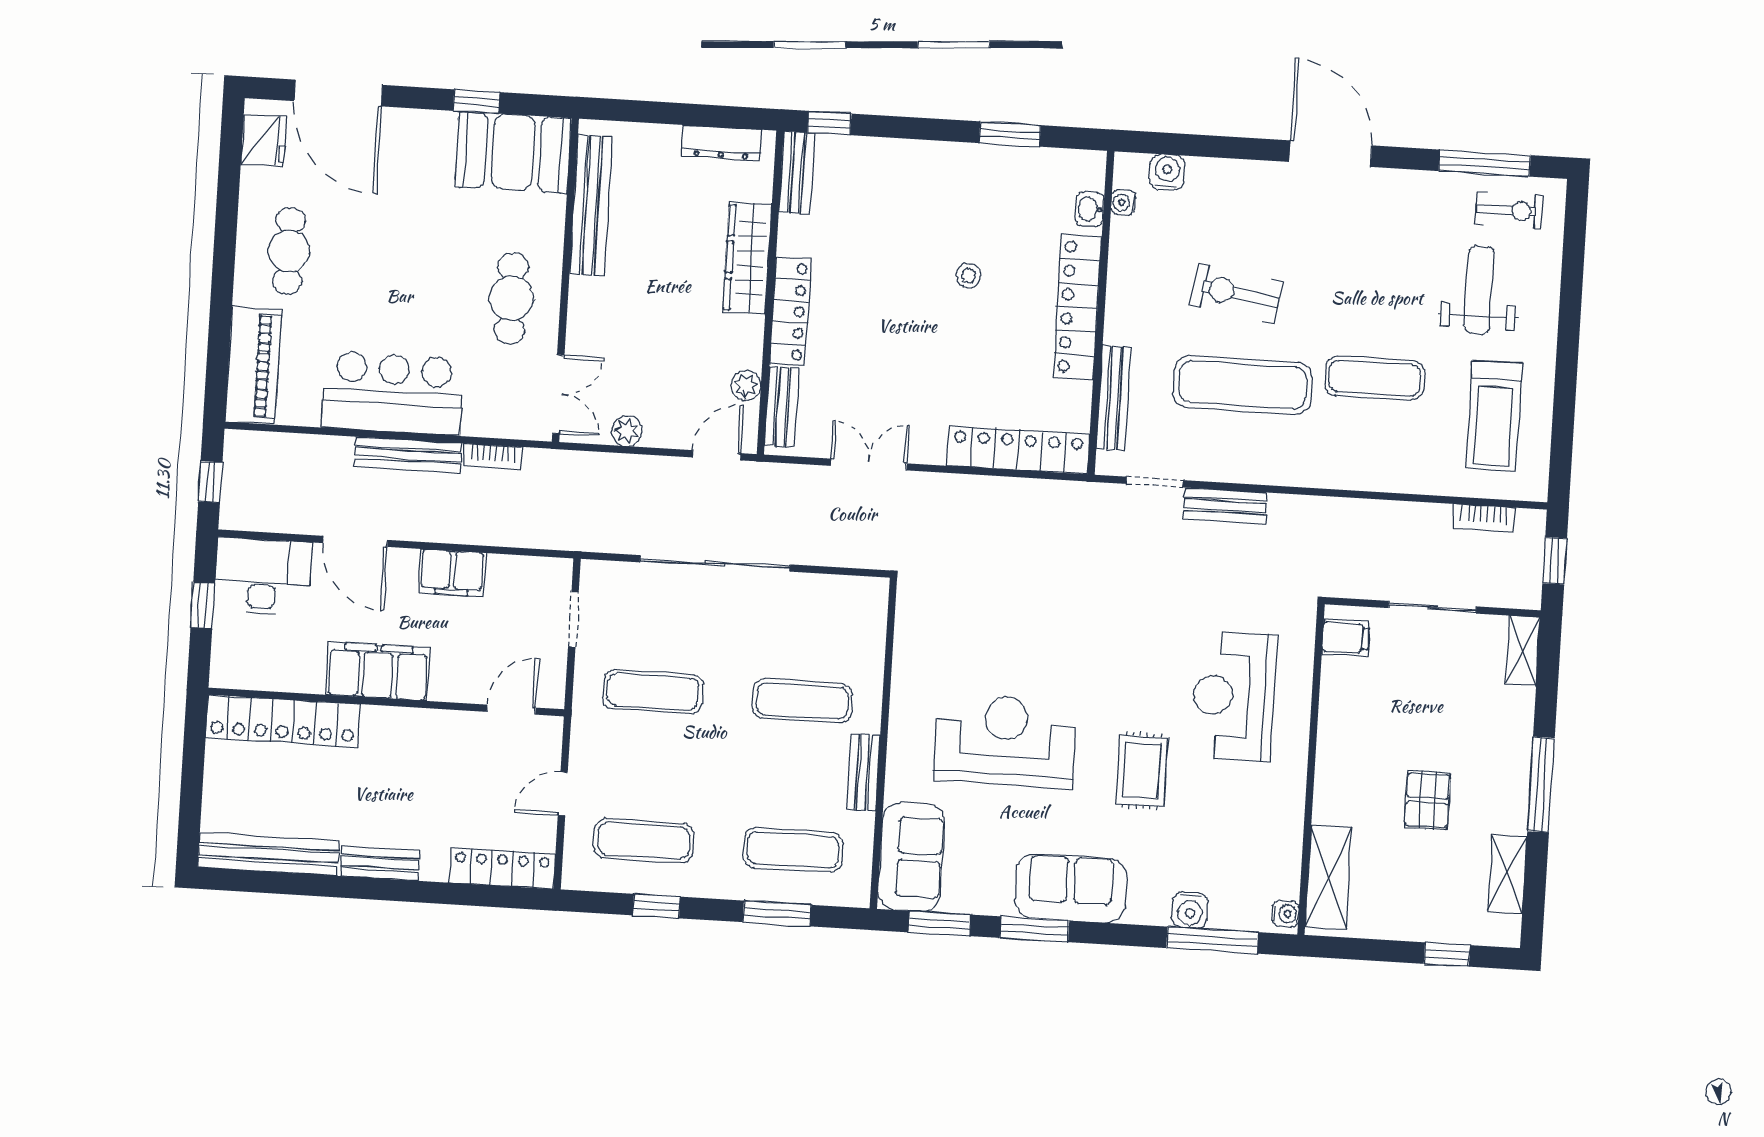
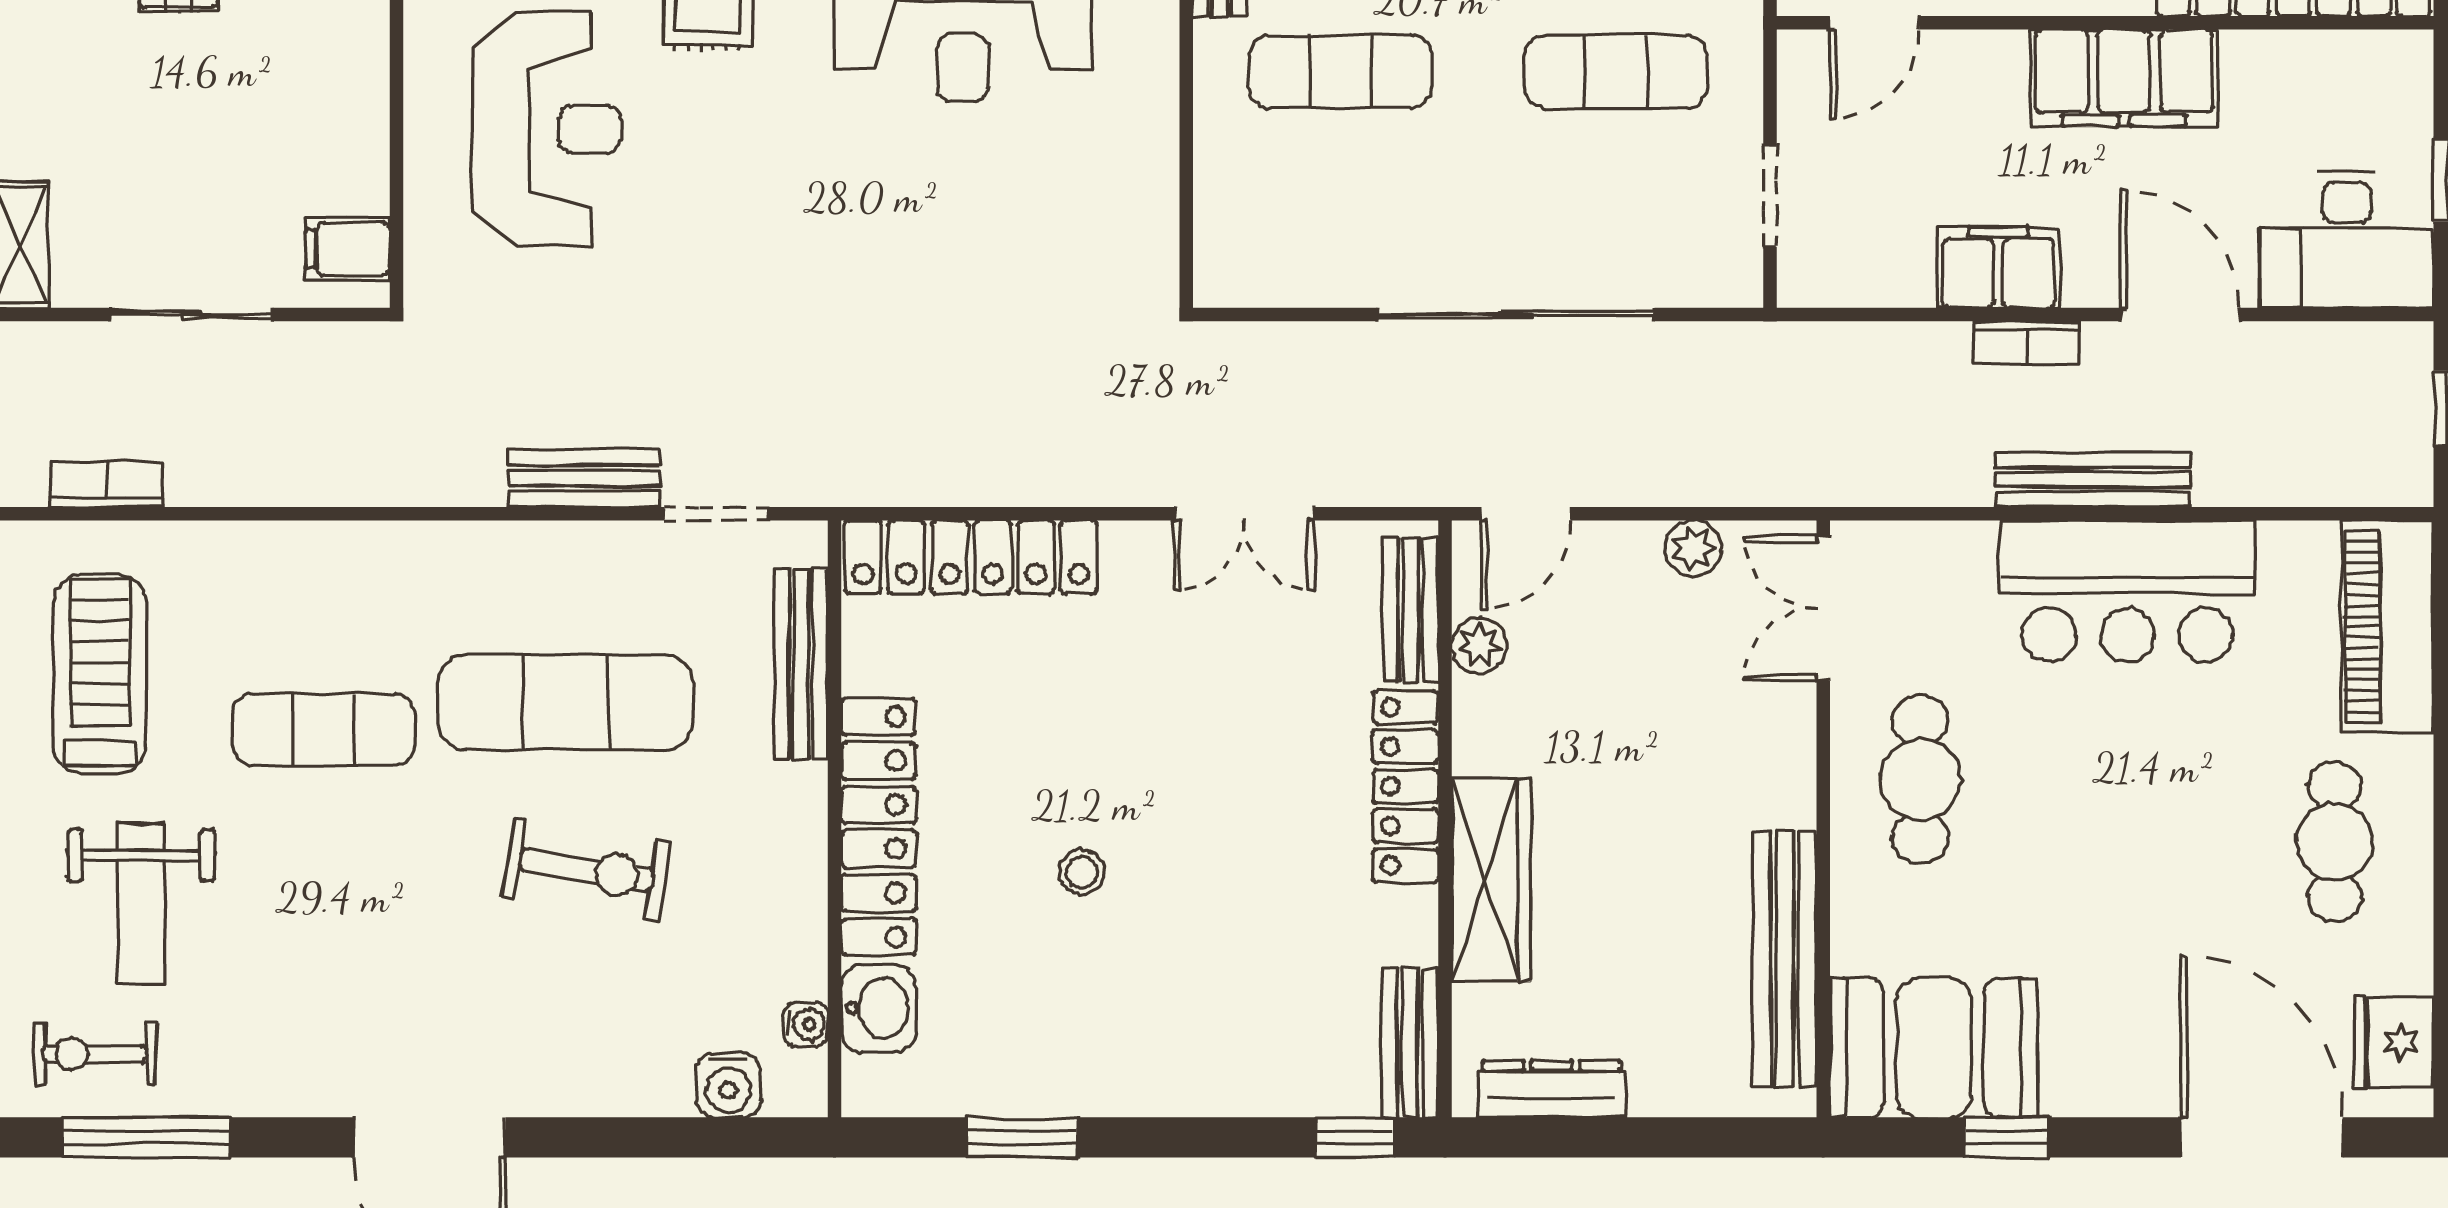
washbasin: (1090, 209) -> (879, 1008), width x1.38, depth x1.45
bookcase: (493, 457) -> (2027, 342), moved, turned 180

